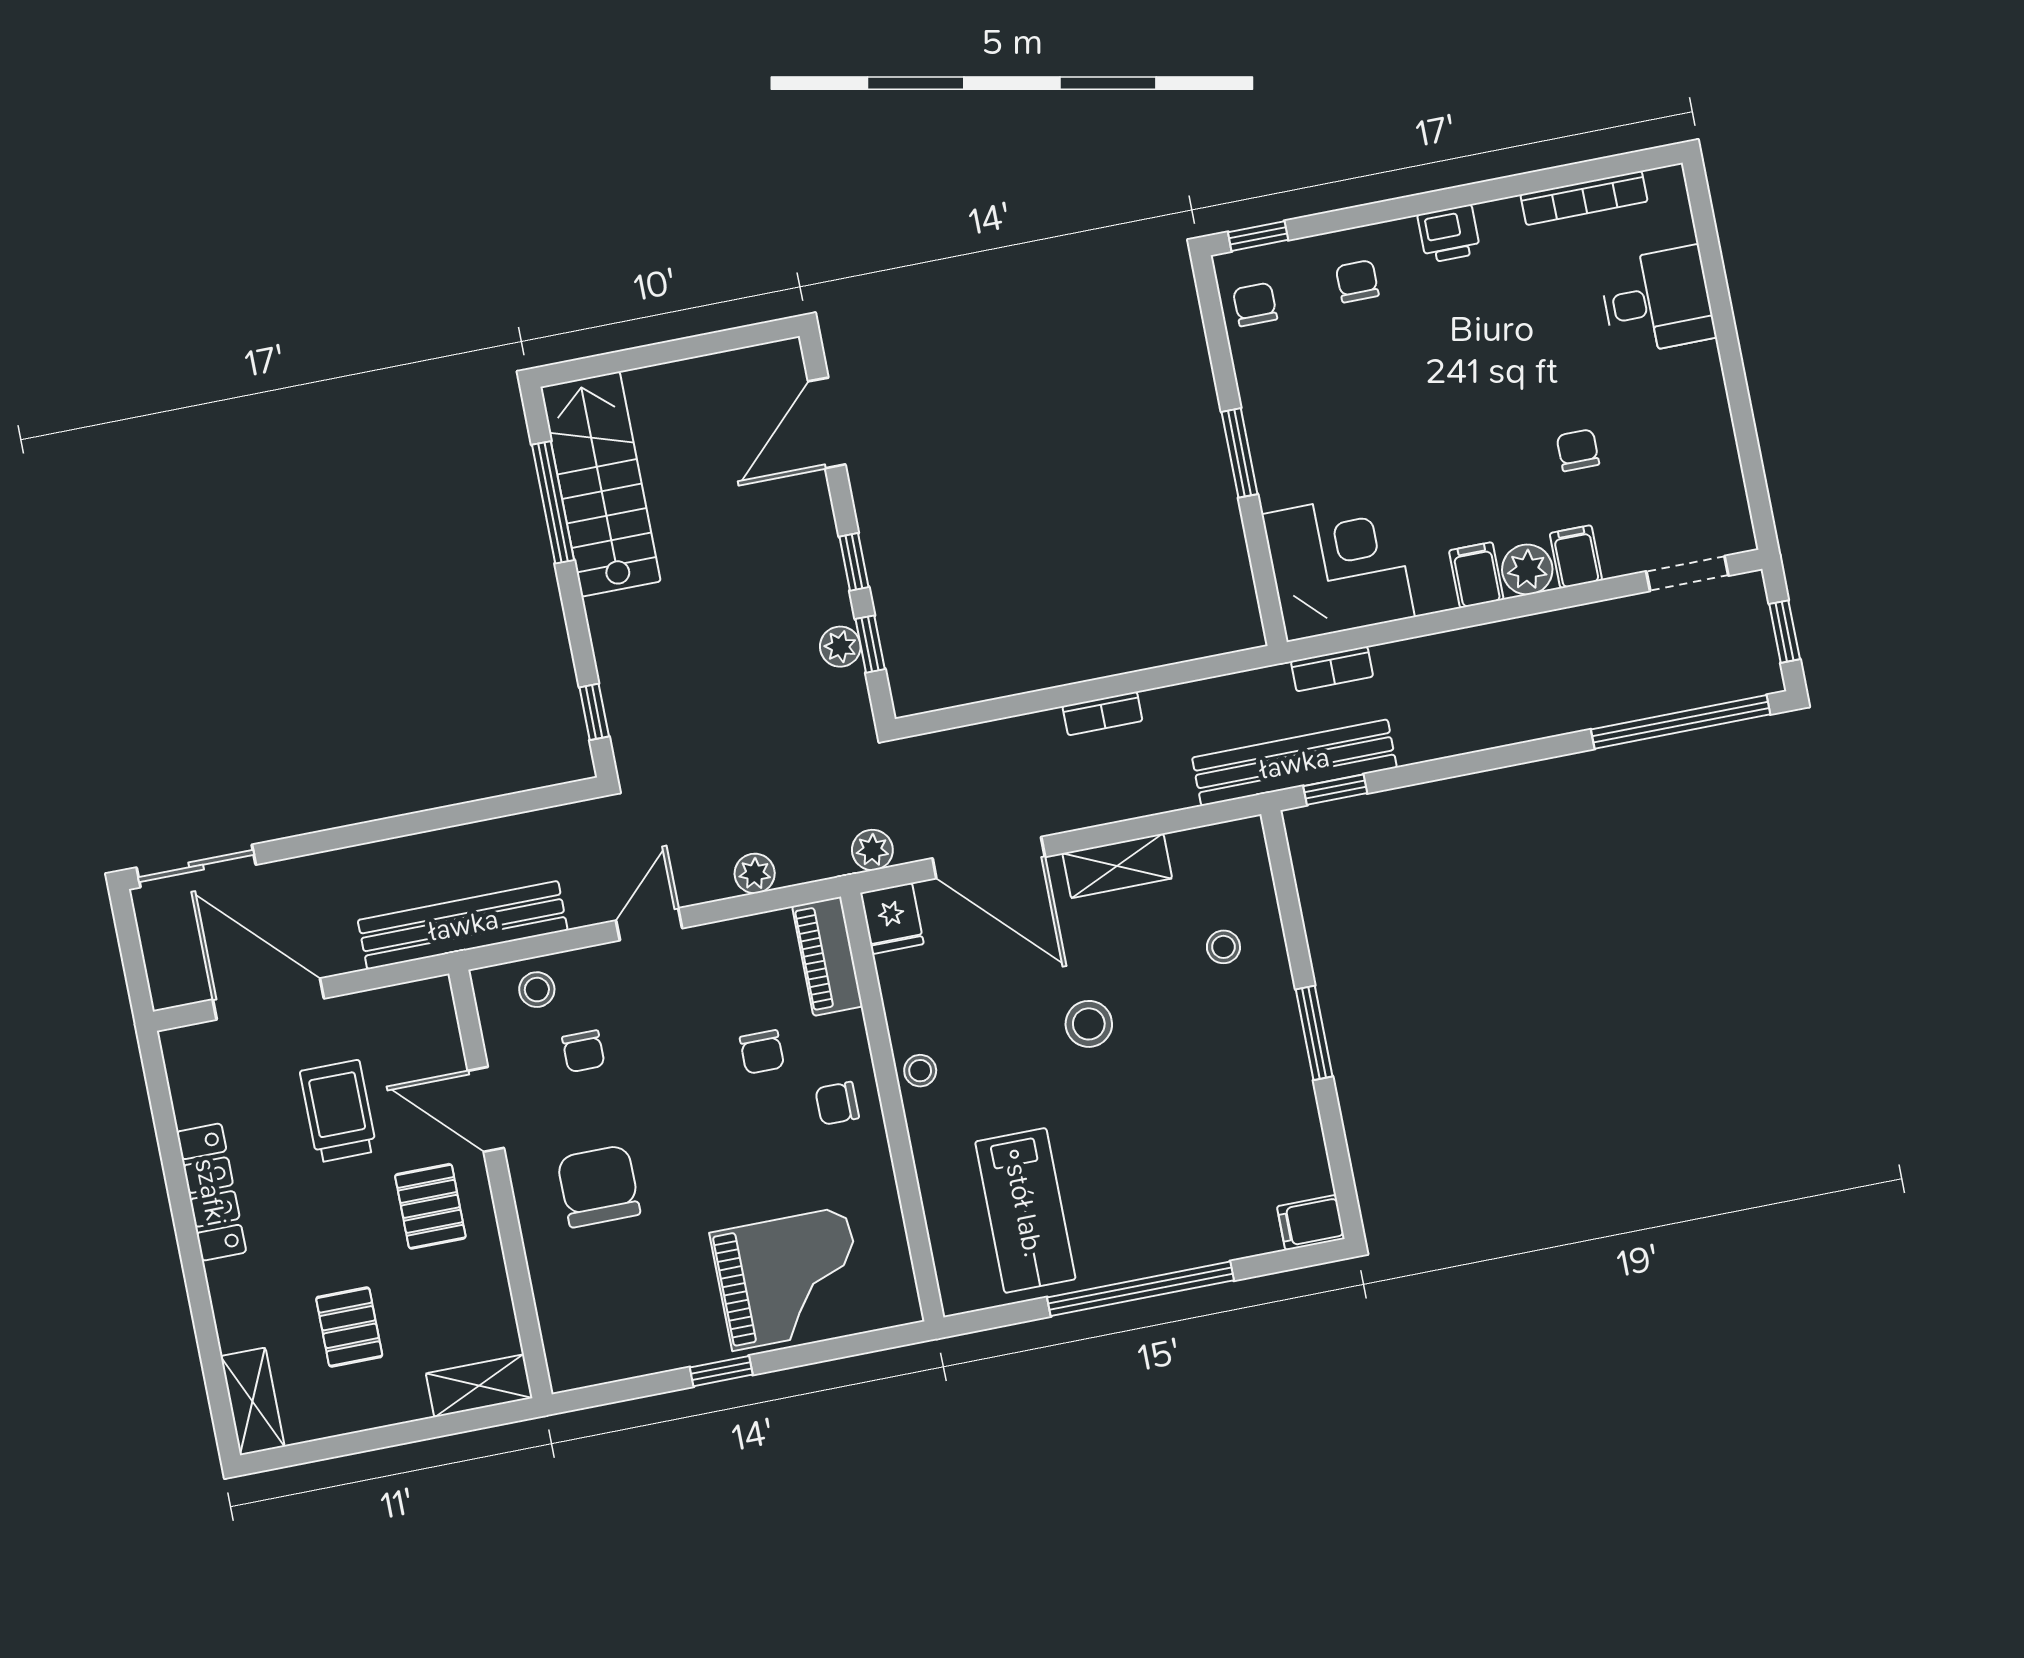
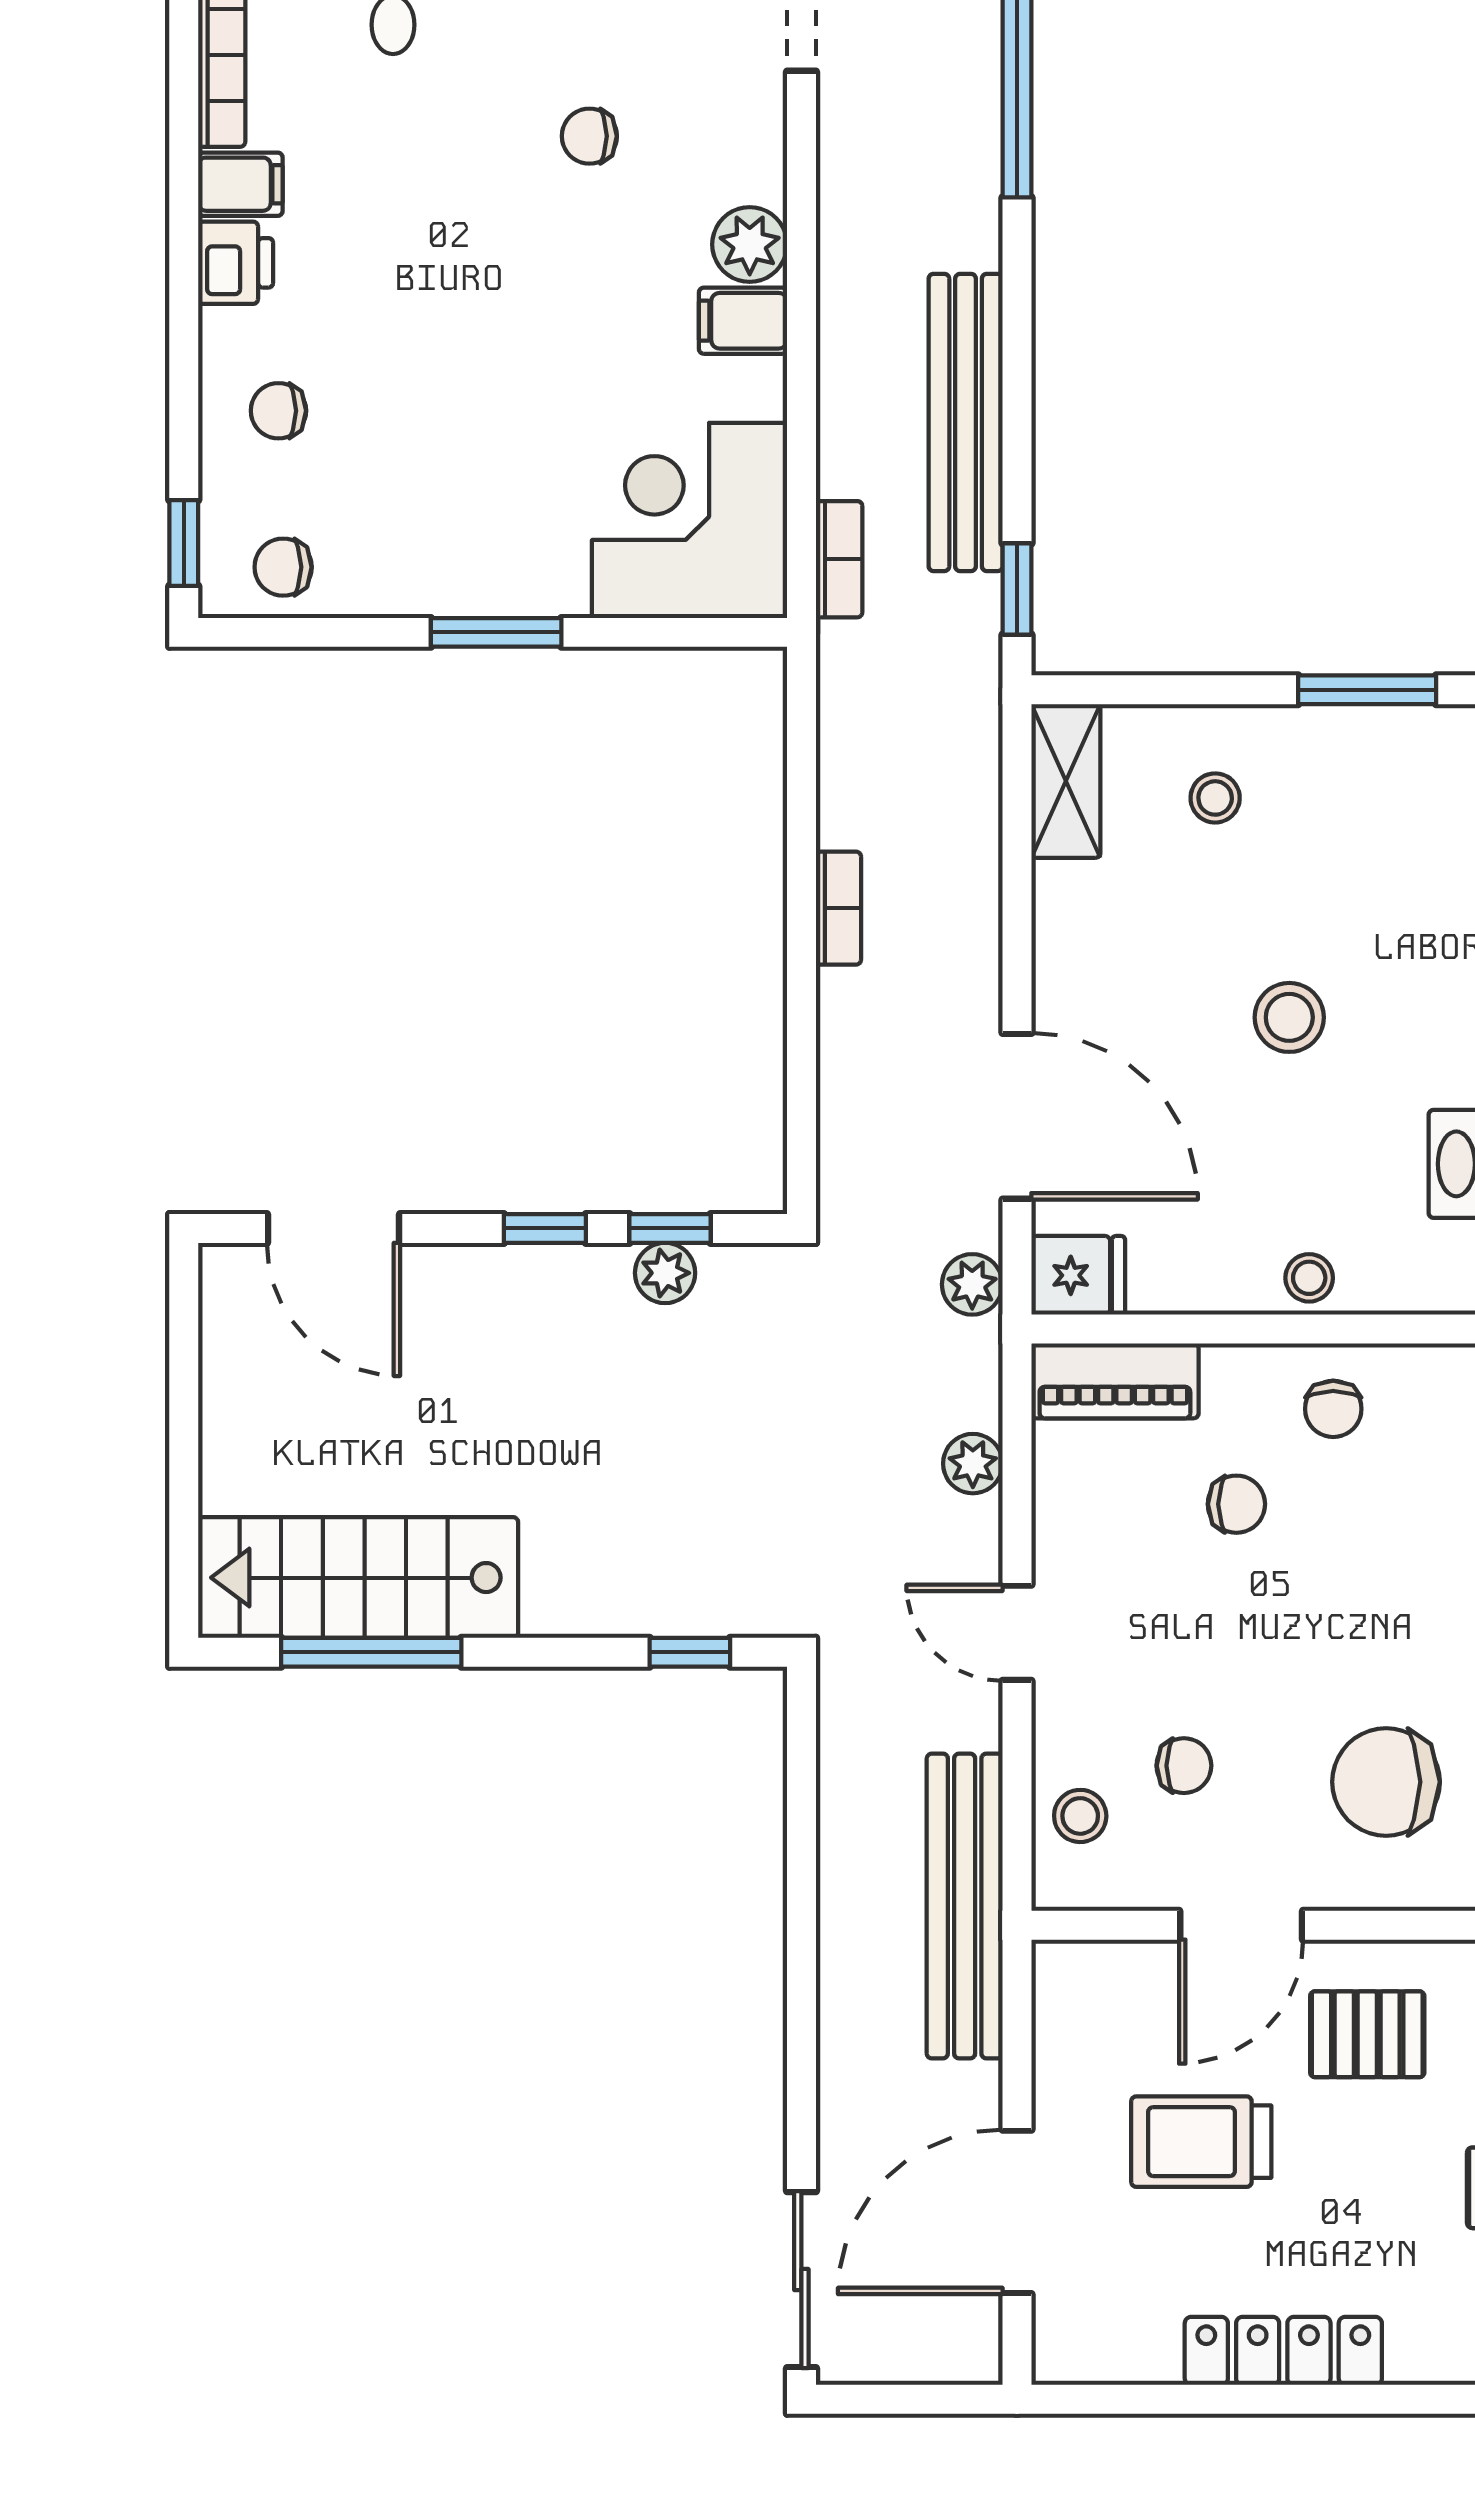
filing cabinet: (1576, 557) -> (240, 184), moved, turned 180
bench: (1294, 763) -> (966, 422), moved
door: (989, 858) -> (1017, 1116), hinge flipped
shelving: (1117, 866) -> (1066, 781), moved

